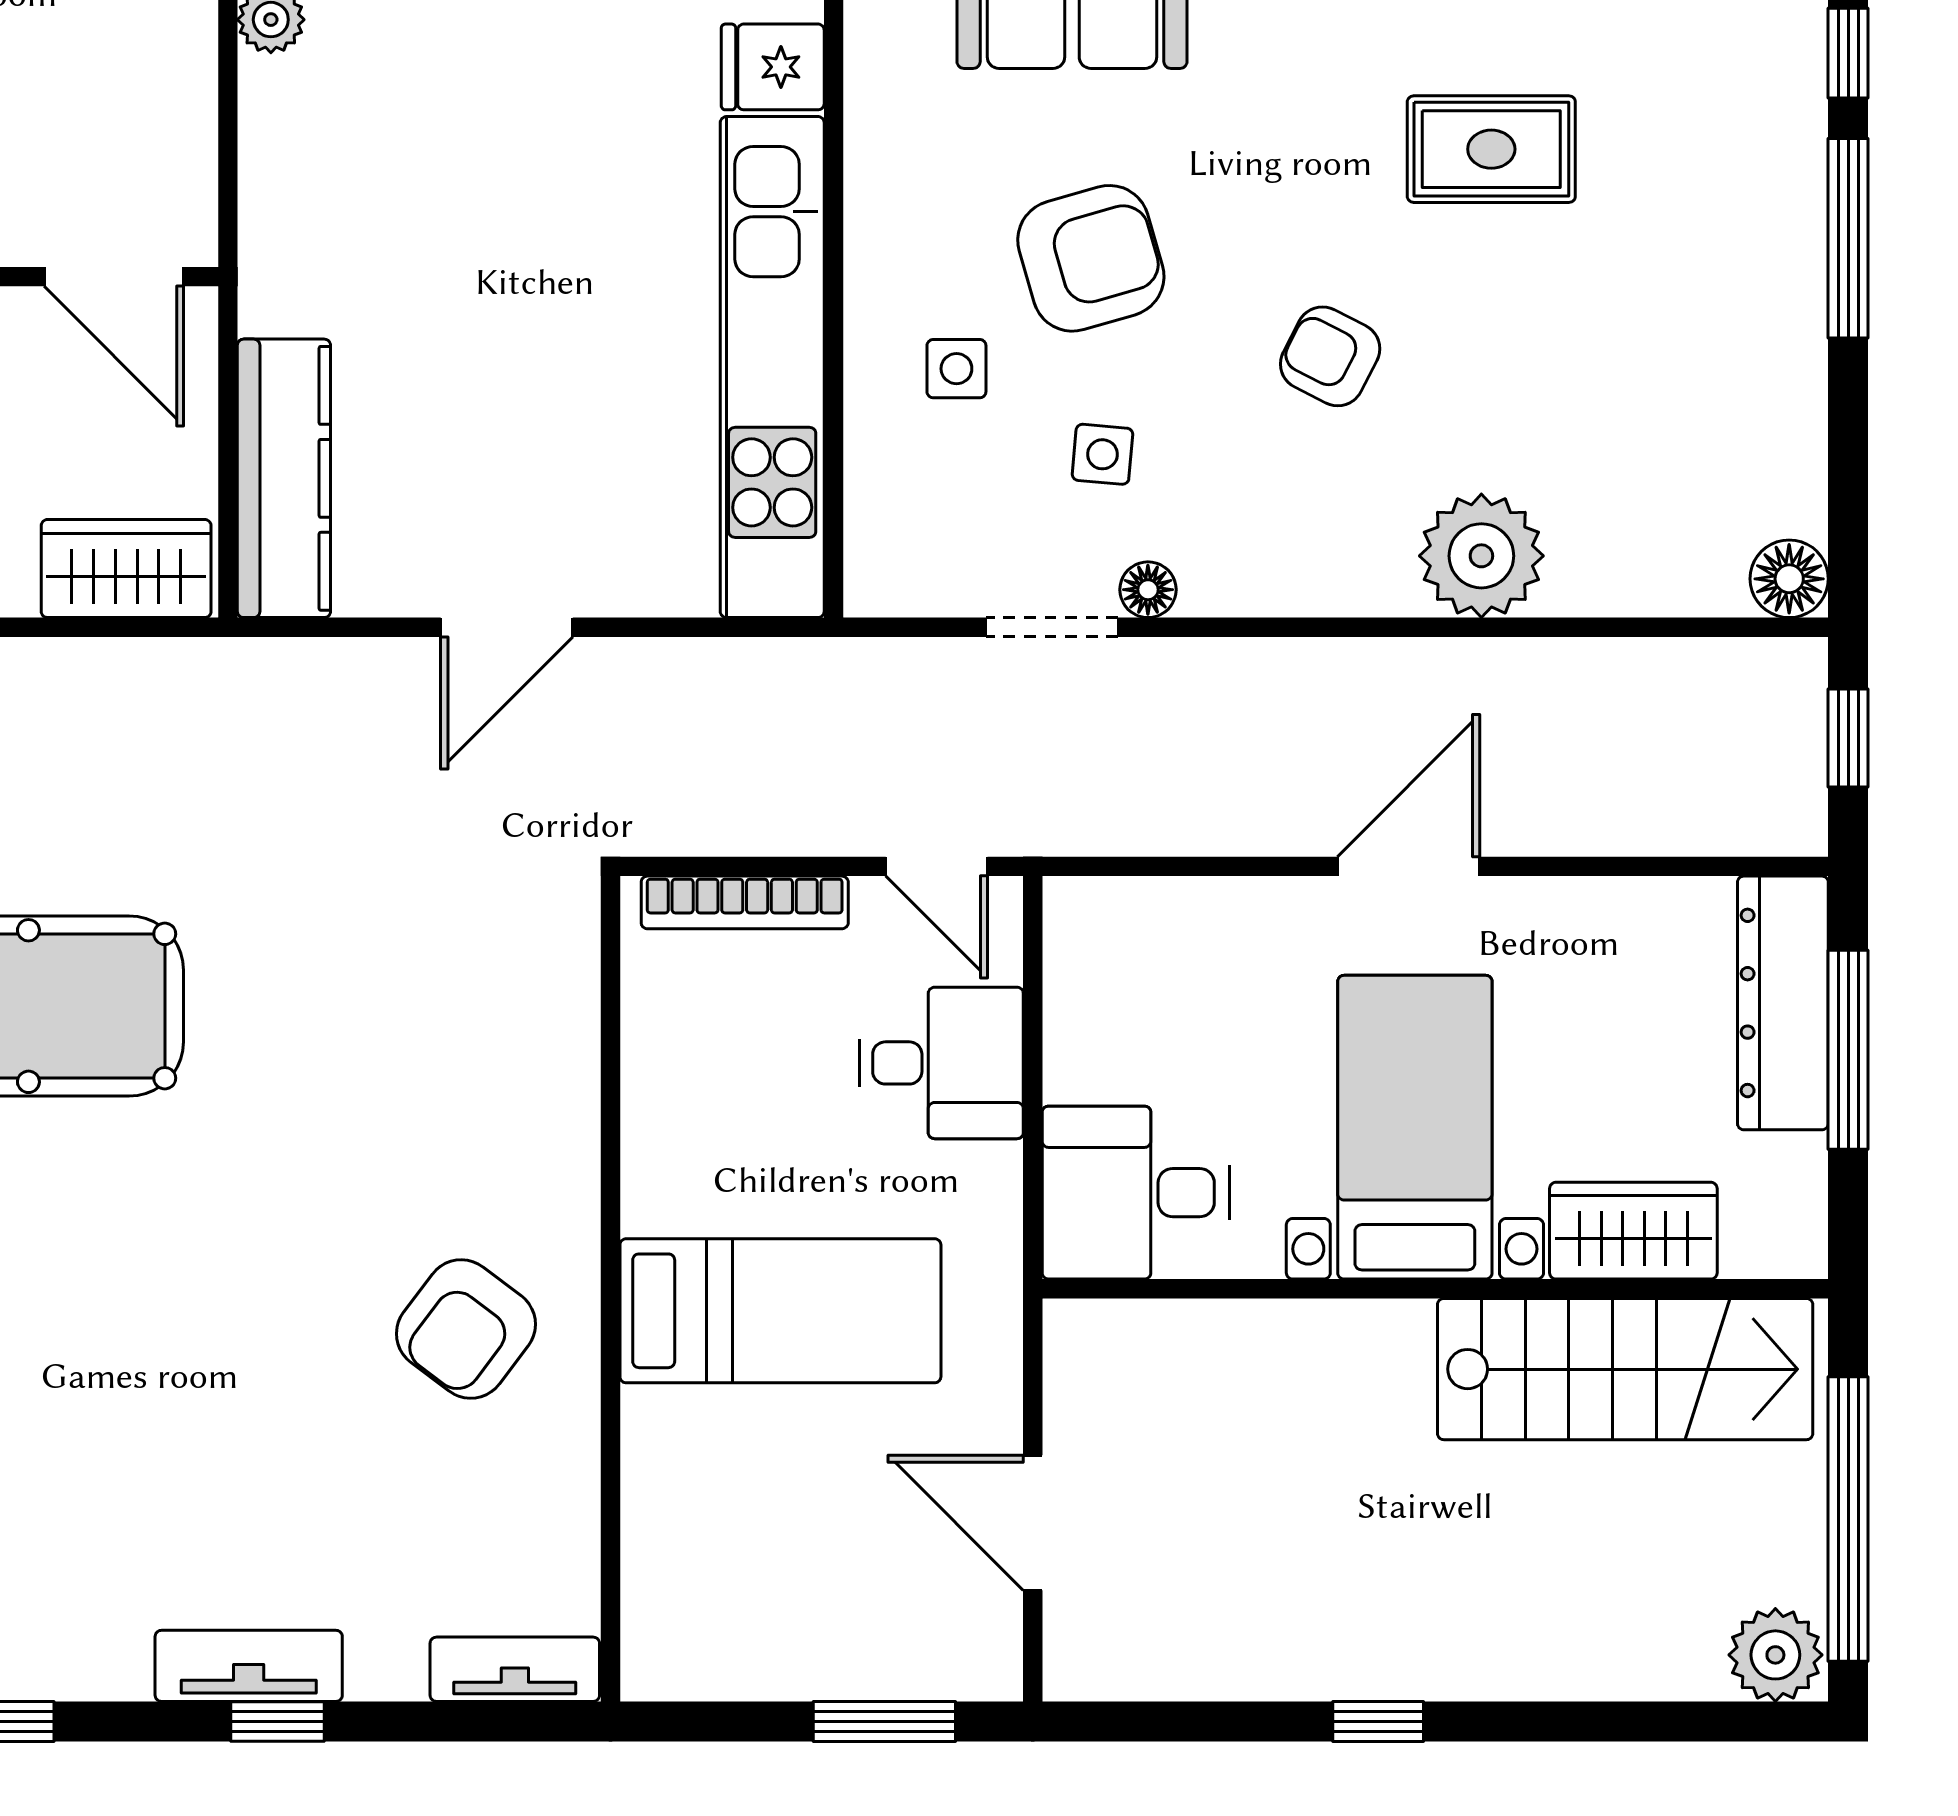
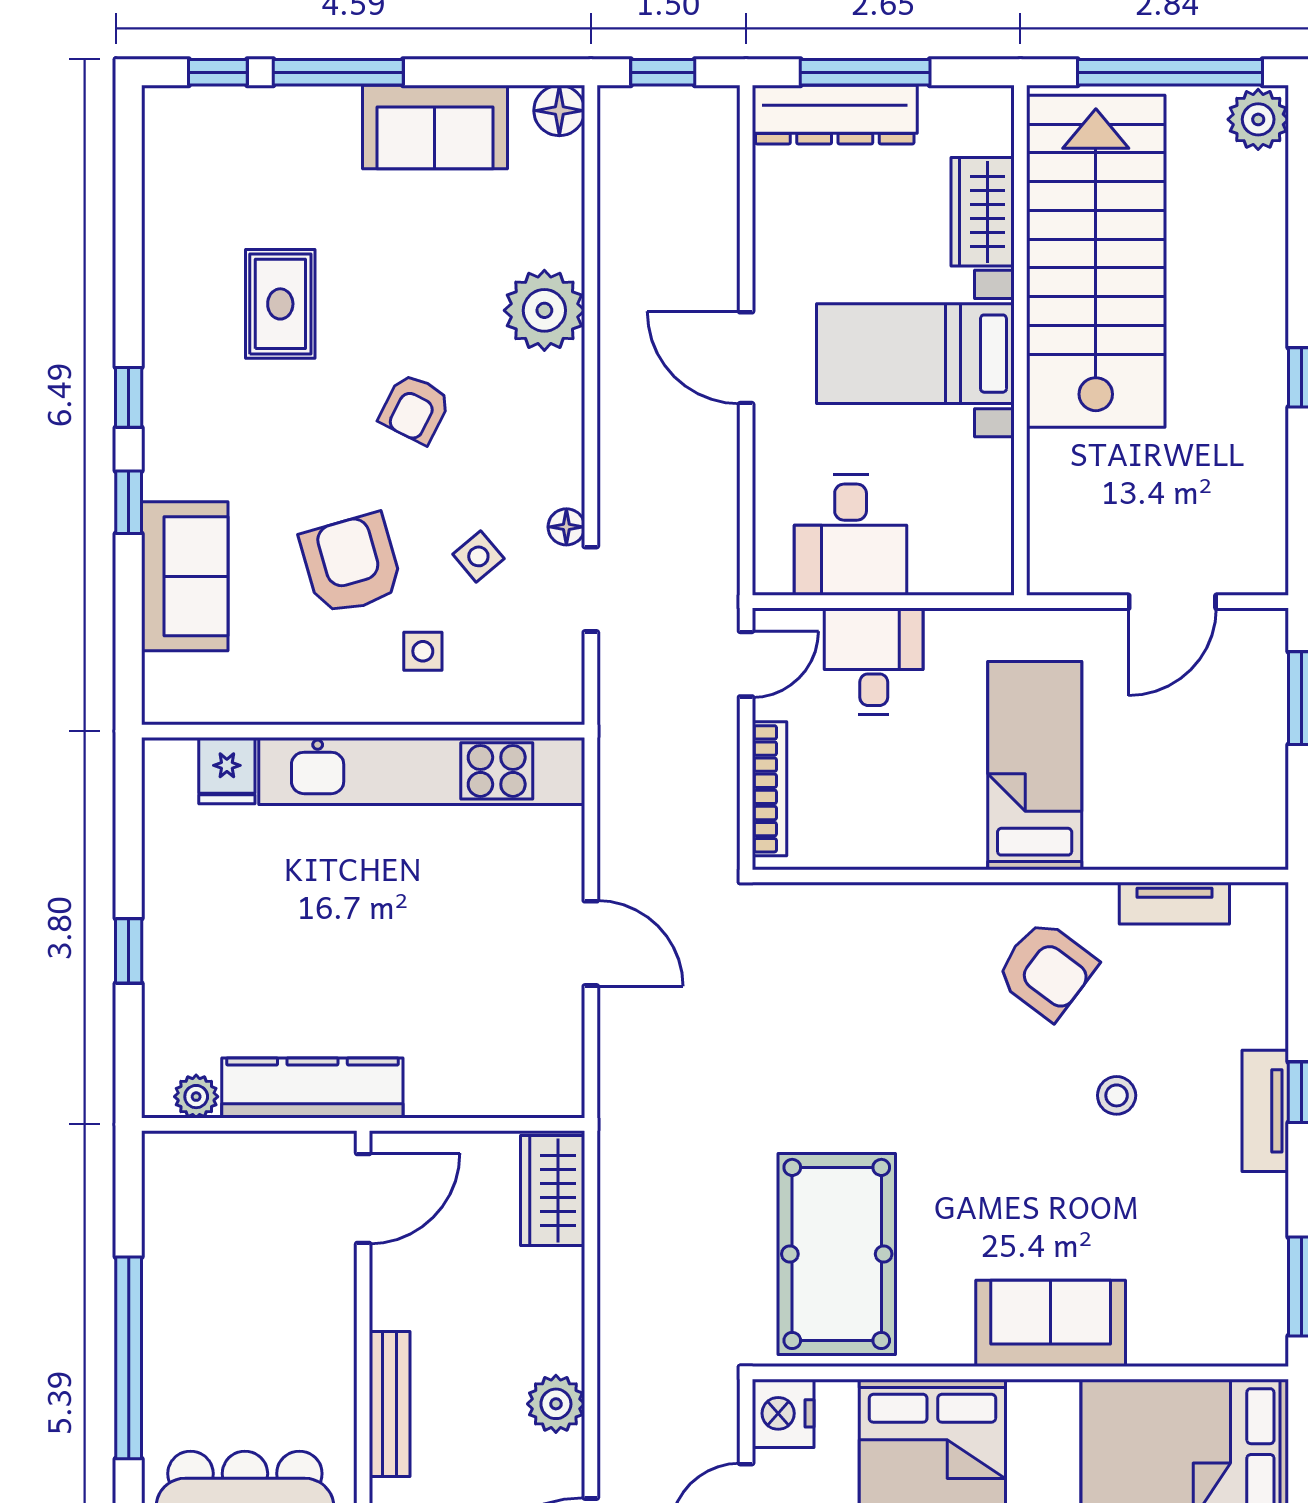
sofa: (1764, 387) -> (435, 127), added
side table: (1102, 454) -> (478, 556), turned 45
kitchen counter: (284, 478) -> (312, 1088), moved
desk: (1136, 1193) -> (851, 535), moved
stairs: (1625, 1369) -> (1096, 261), width x1.36, depth x1.51
stool: (273, 1437) -> (1117, 1095), added
tv unit: (515, 1669) -> (1174, 903), moved, turned -90

